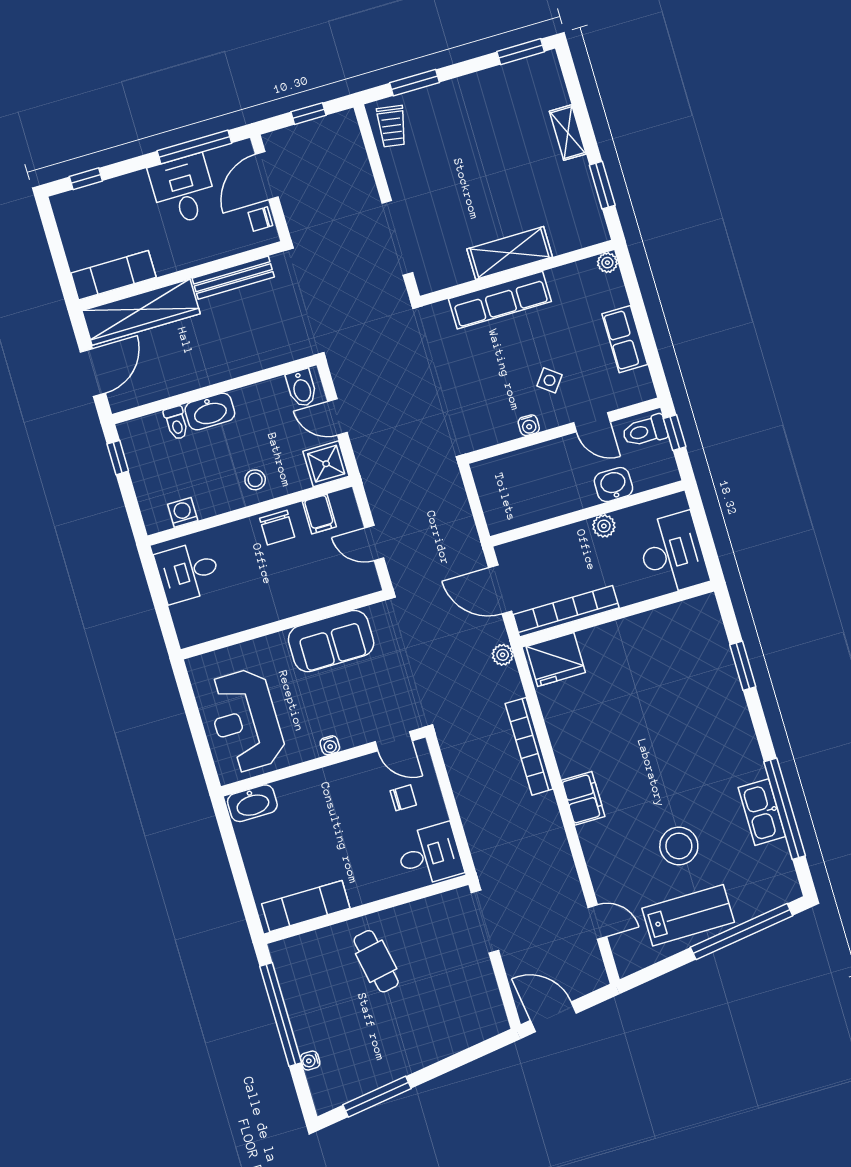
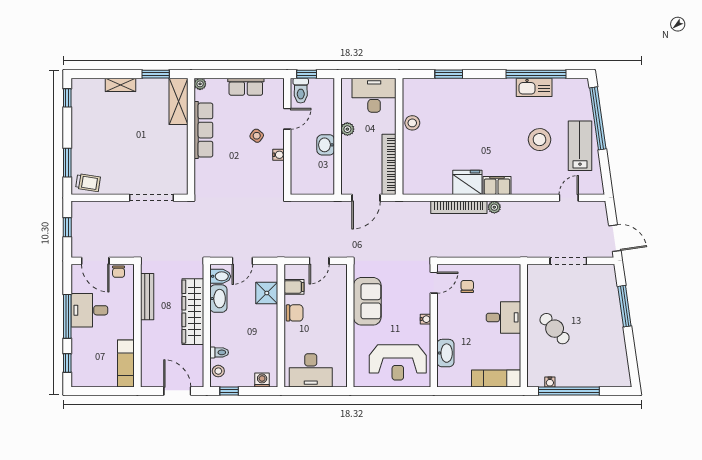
window: (521, 52) -> (67, 98), width x0.67
window: (194, 147) -> (67, 316), moved
shelving: (510, 253) -> (179, 101), moved
row of seats: (500, 300) -> (203, 130), moved
wardrobe: (141, 312) -> (193, 312), moved, turned 180
washbasin: (210, 412) -> (218, 299), moved
shower: (326, 464) -> (267, 293), moved
stool: (255, 480) -> (218, 371), moved
washbasin: (613, 485) -> (326, 145), moved
washing machine: (183, 512) -> (262, 380), moved, turned 90
desk: (188, 572) -> (311, 370), width x1.37
stool: (645, 629) -> (412, 123), added
plant: (503, 655) -> (494, 207), moved
fridge: (556, 660) -> (467, 182), moved, turned -90
washbasin: (252, 803) -> (445, 353), moved
desk: (429, 855) -> (503, 317), moved, turned 90
exam couch: (306, 906) -> (496, 378), moved, turned 90
doorway: (485, 922) -> (568, 261), moved
cafe table: (376, 961) -> (555, 329), turned 59
door: (553, 1017) -> (615, 238), swing flipped
water cooler: (310, 1061) -> (550, 382), moved
window: (377, 1097) -> (624, 306), moved

